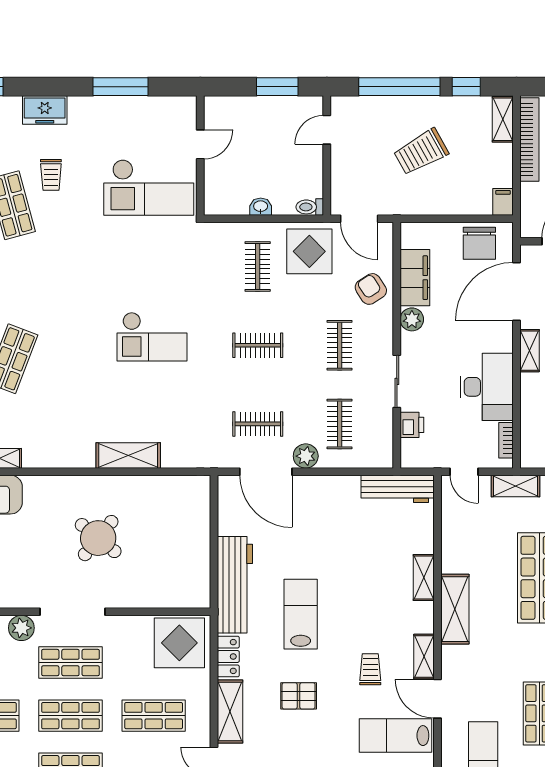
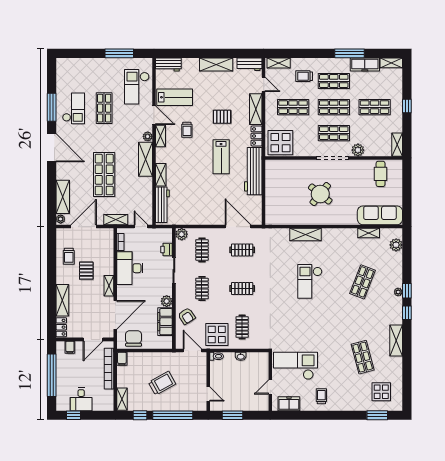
window: (121, 87) -> (309, 415), removed
freezer: (45, 110) -> (289, 404), moved
door: (327, 130) -> (208, 394), hinge flipped
bookcase: (529, 140) -> (109, 369), moved
trolley: (51, 175) -> (321, 396), moved
checkout: (152, 337) -> (310, 281), moved, turned -90
plant: (306, 456) -> (182, 234), moved
workbench: (398, 489) -> (162, 205), moved, turned 90
plant: (451, 656) -> (148, 136), added

